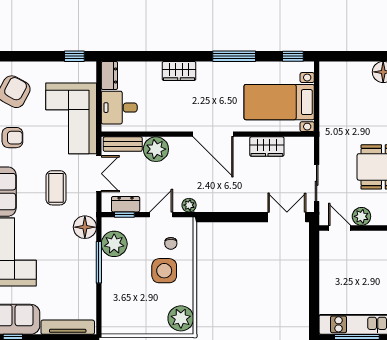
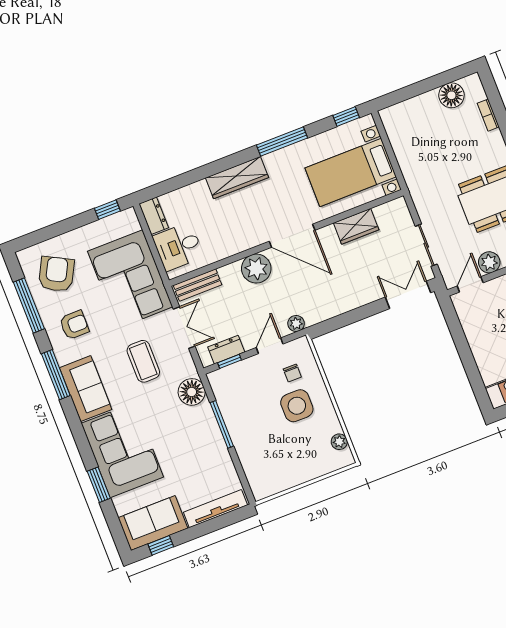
wardrobe: (179, 71) -> (237, 178), width x1.50
plant: (156, 149) -> (256, 269), moved
door: (340, 228) -> (470, 284), hinge flipped
plant: (114, 244) -> (231, 398), removed
plant: (181, 318) -> (339, 442), width x0.53, depth x0.53

